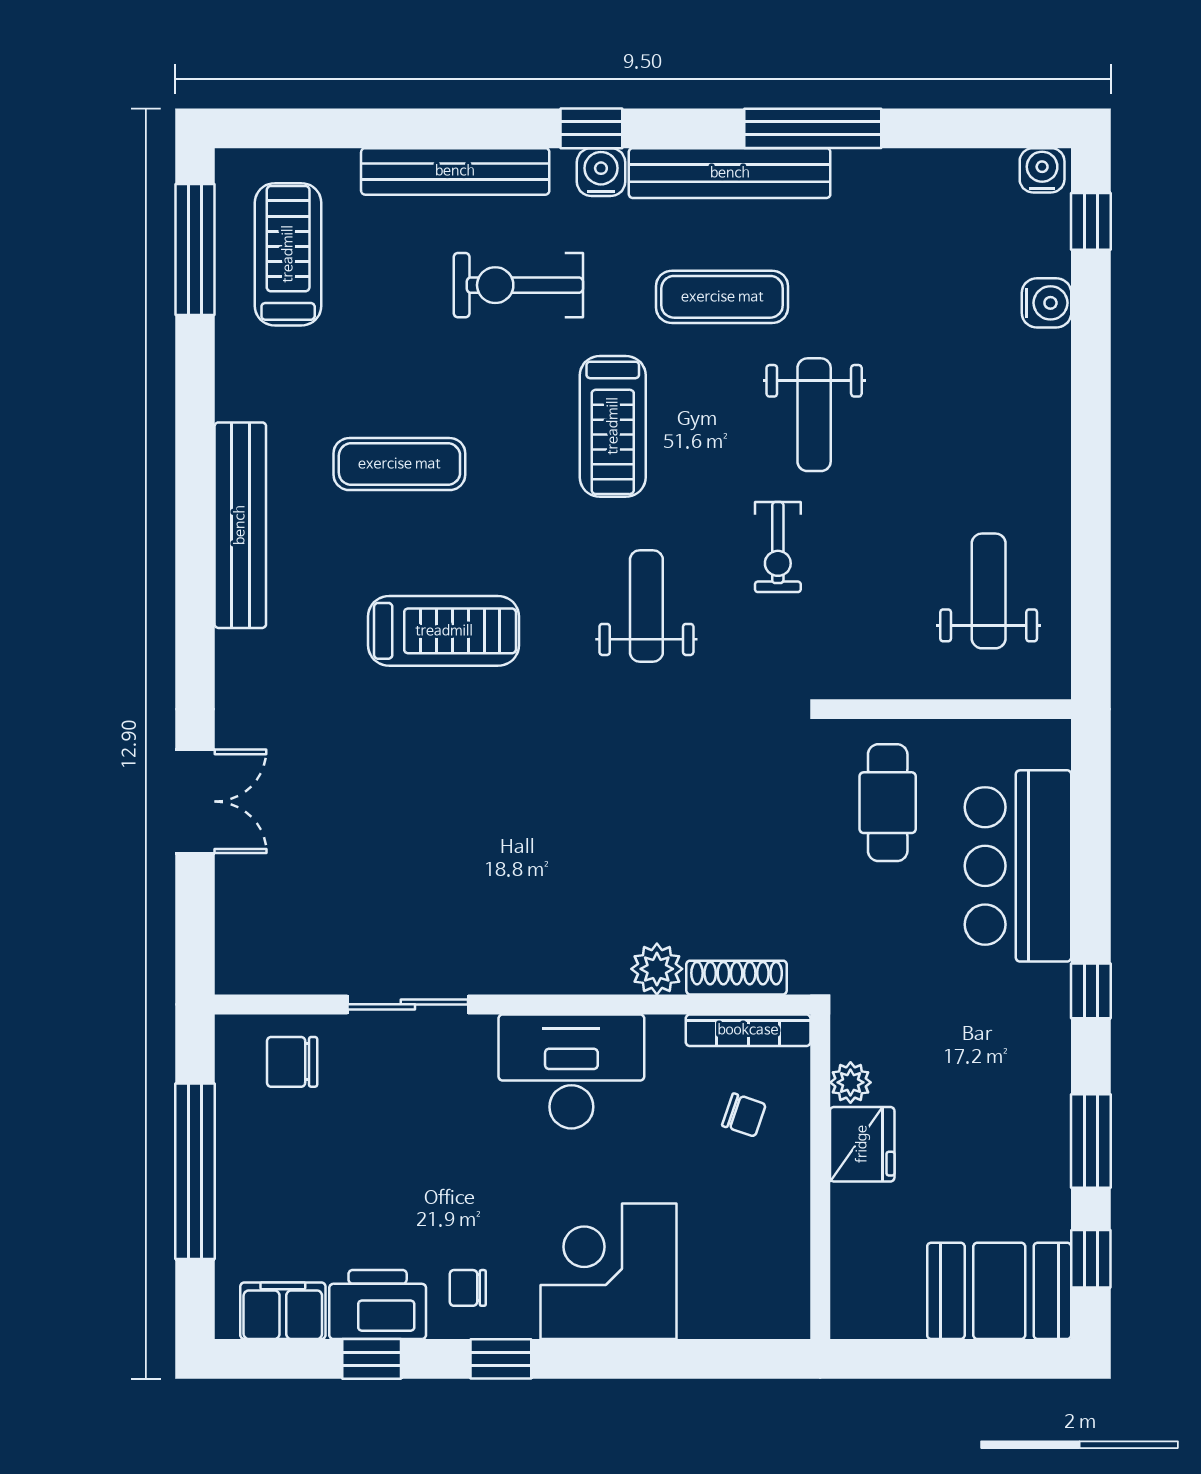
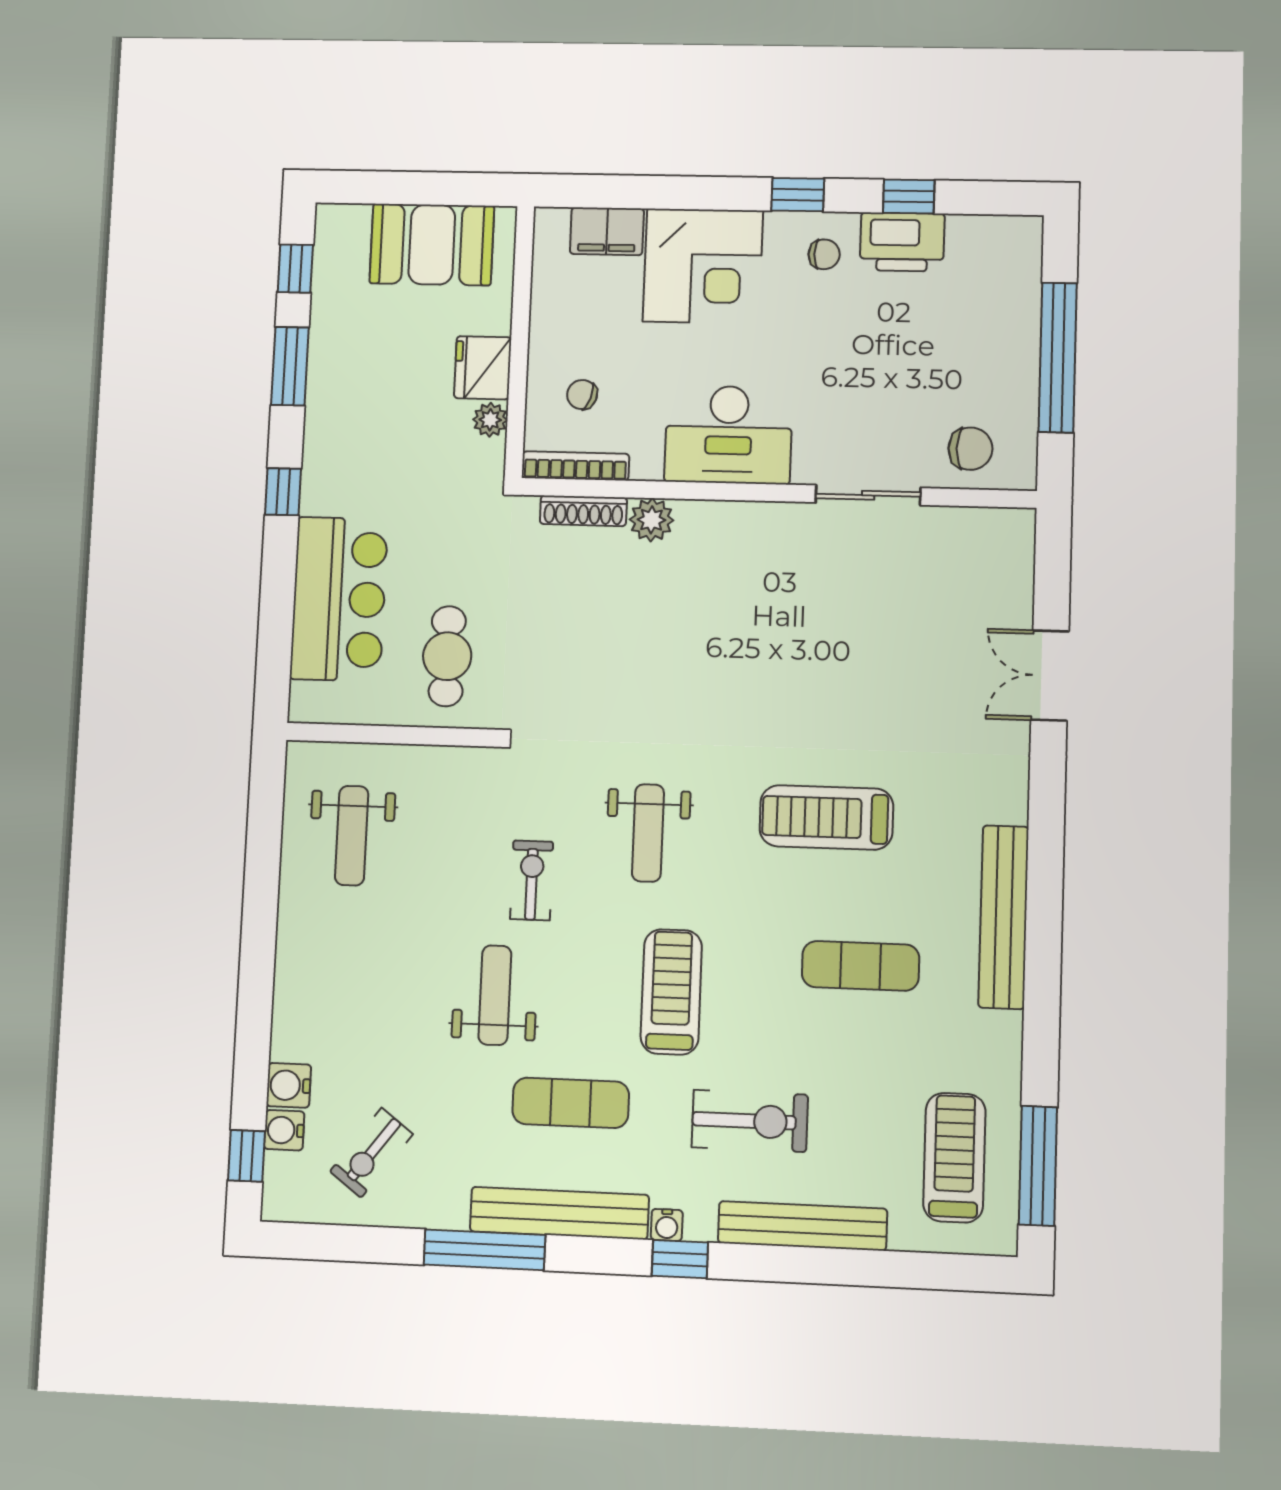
water cooler: (1042, 170) -> (284, 1130), moved, turned 90
water cooler: (601, 172) -> (667, 1225), width x0.72, depth x0.72
exercise bike: (947, 231) -> (371, 1153), added
treadmill: (288, 254) -> (954, 1158), turned 180
booth: (999, 1291) -> (432, 245), moved
filing cabinet: (283, 1311) -> (607, 231), moved

